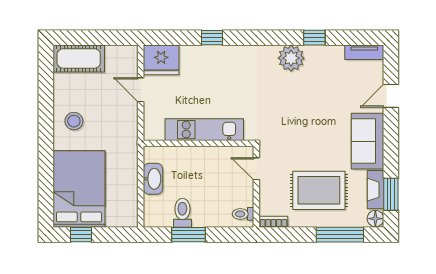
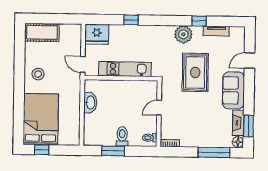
tv unit: (364, 52) -> (216, 31), moved
door: (141, 90) -> (83, 65), moved
kitchen unit: (204, 130) -> (125, 69), moved
wall: (198, 143) -> (121, 78), moved
door: (256, 169) -> (159, 108), hinge flipped
washbasin: (153, 179) -> (90, 103), moved
rug: (319, 190) -> (195, 72), moved, turned 90
toilet: (182, 213) -> (122, 136), moved

